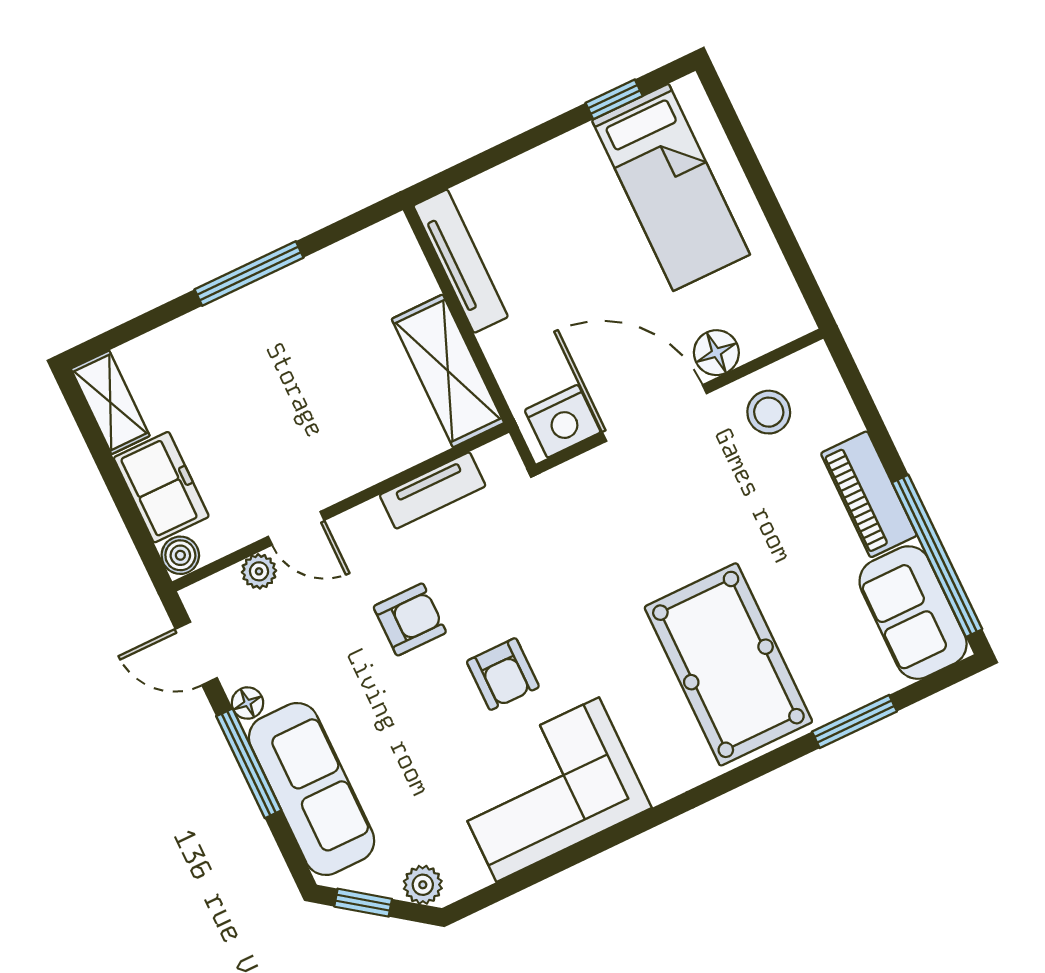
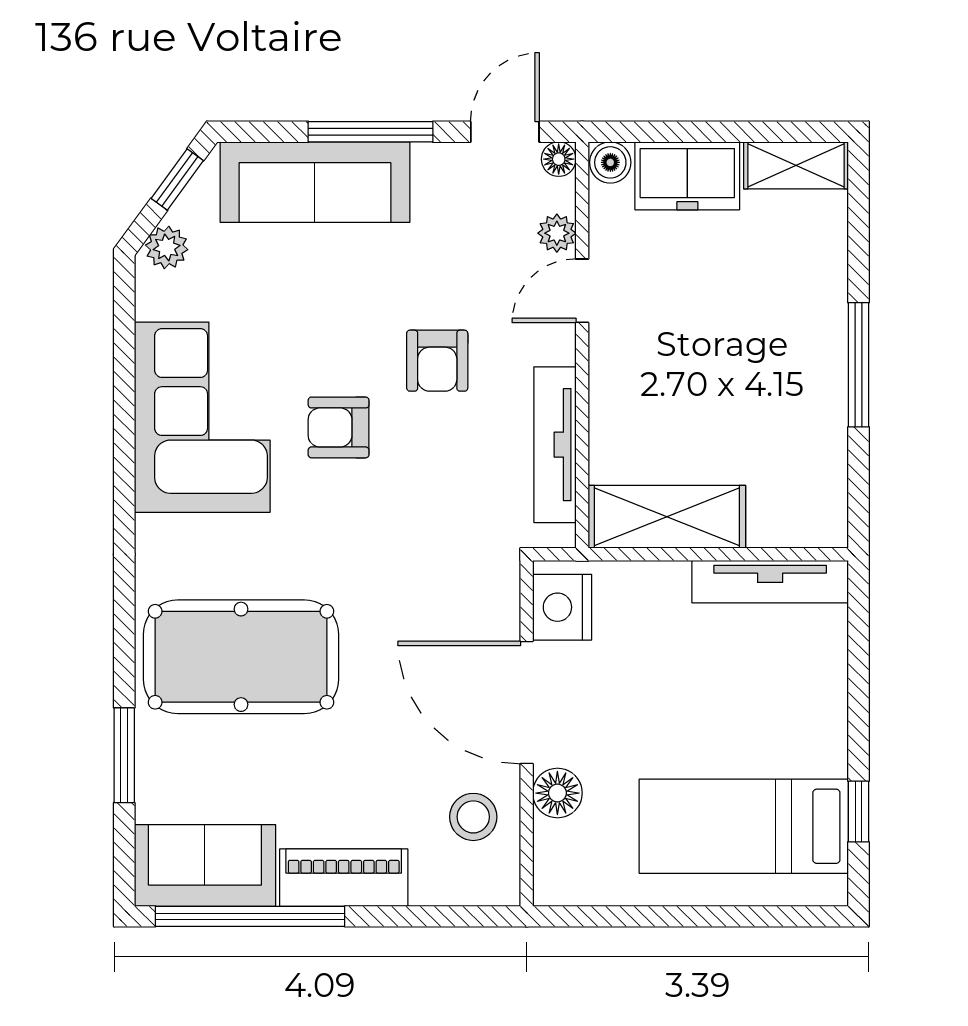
door: (654, 413) -> (527, 703), swing flipped
tv unit: (433, 490) -> (555, 445), width x1.41
floor lamp: (247, 703) -> (559, 159), moved

